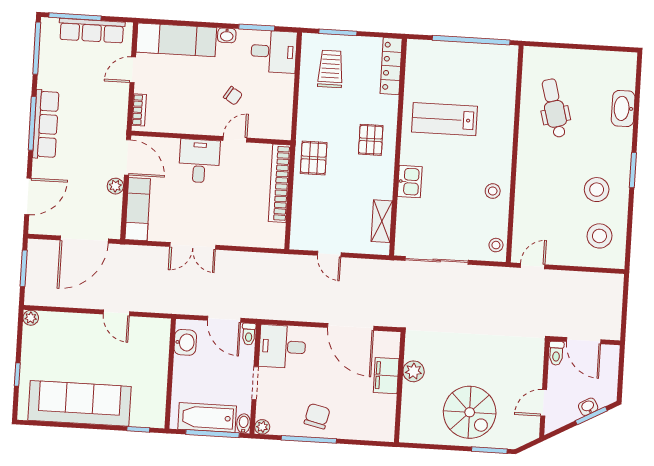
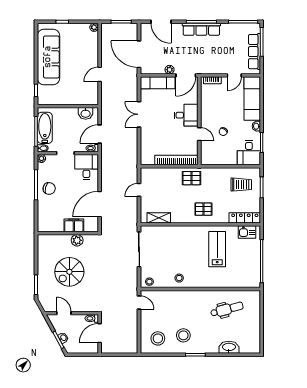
door: (133, 70) -> (234, 75), swing flipped
kitchen sink: (410, 182) -> (247, 232), moved
spiral stairs: (470, 412) -> (69, 272), moved

